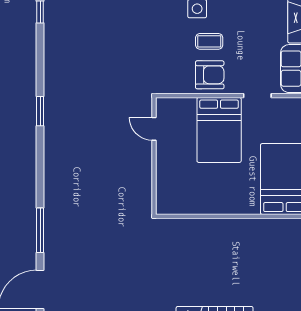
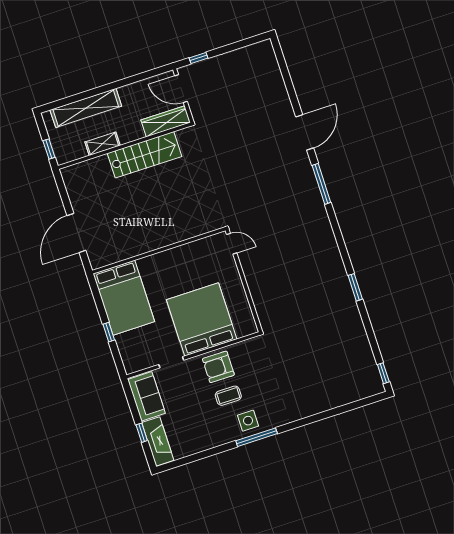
door: (154, 129) -> (232, 244), moved
bed: (219, 130) -> (202, 319), width x1.36

